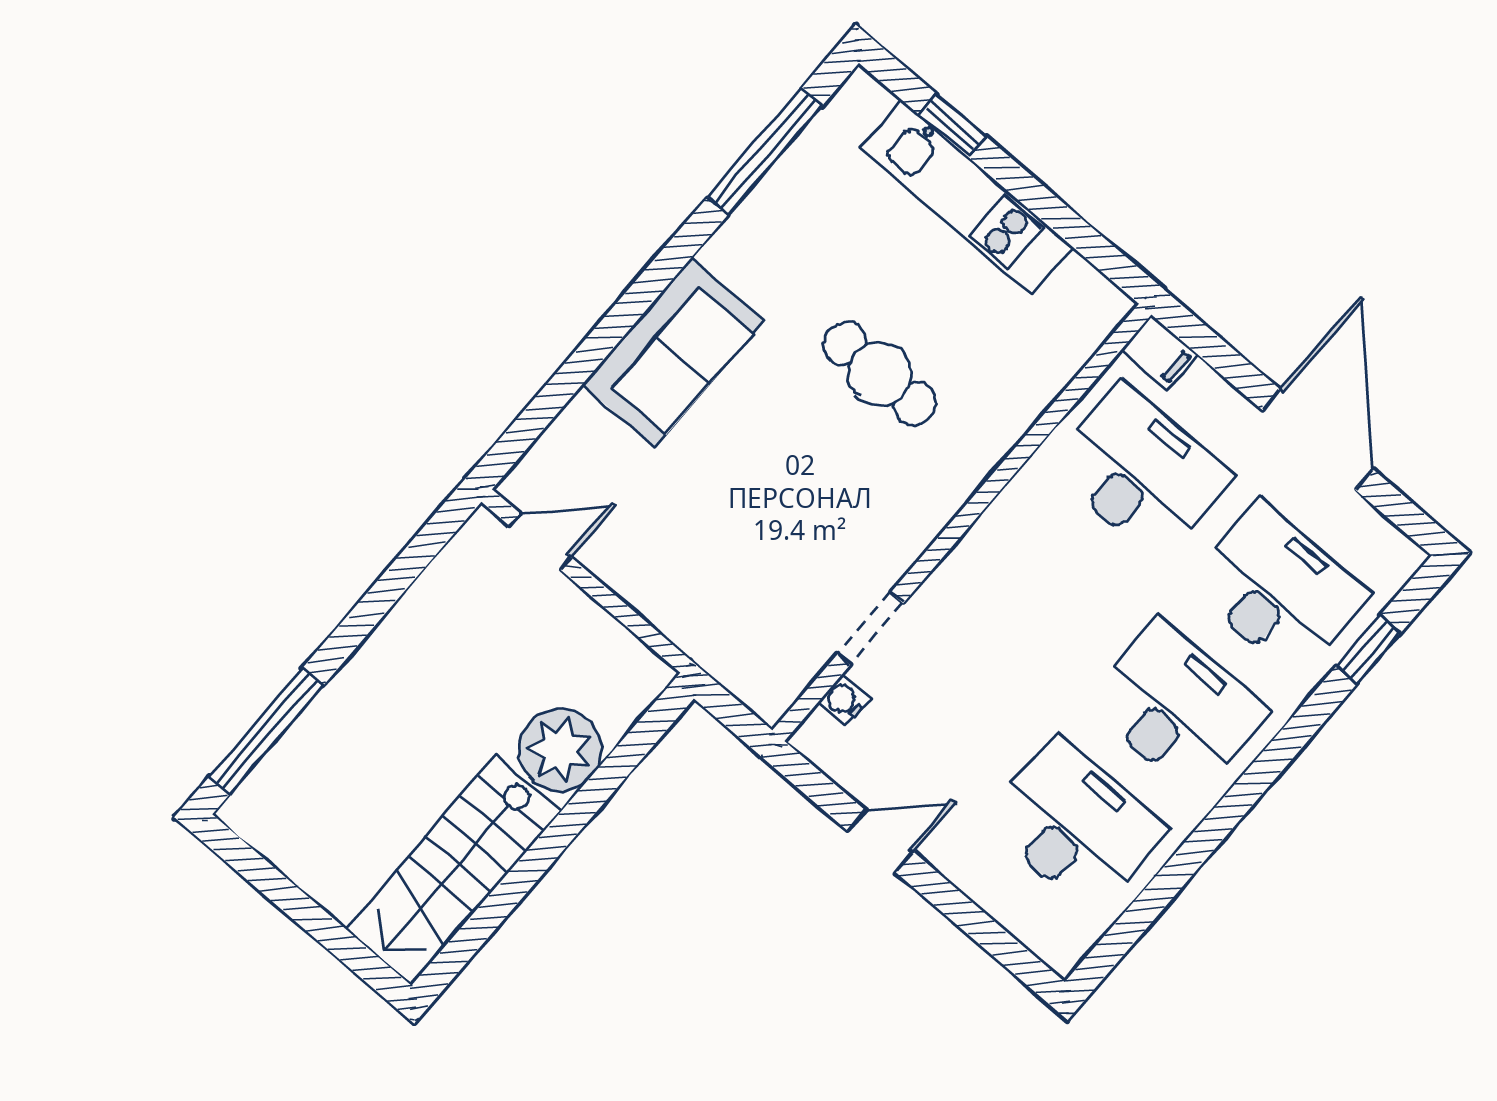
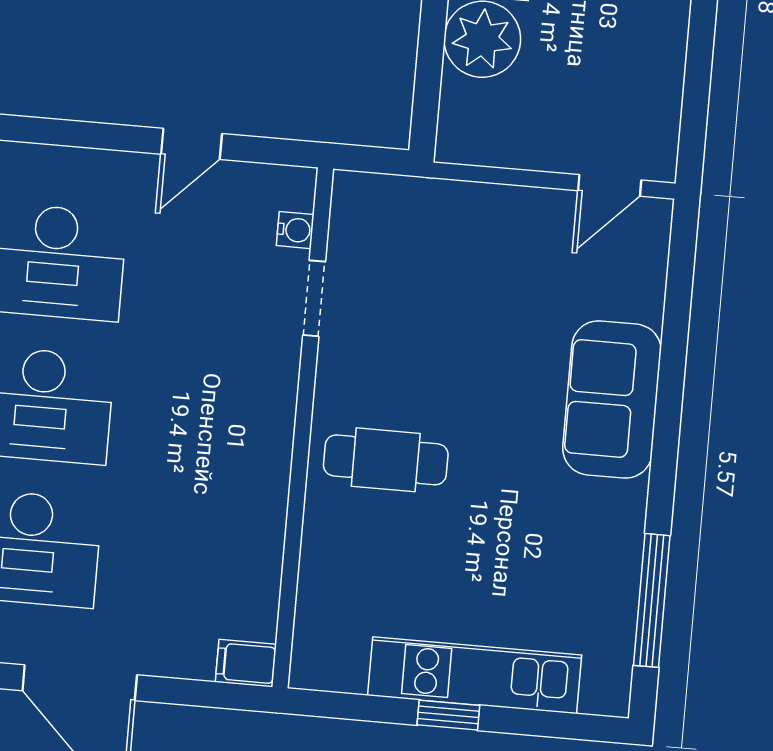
window: (952, 126) -> (448, 715), moved
cafe table: (880, 374) -> (386, 460), moved
desk: (1141, 472) -> (195, 563), removed

